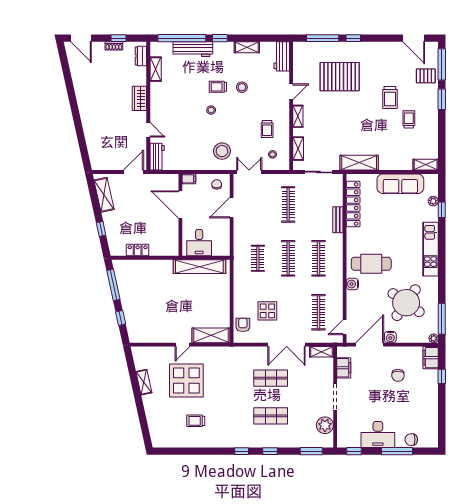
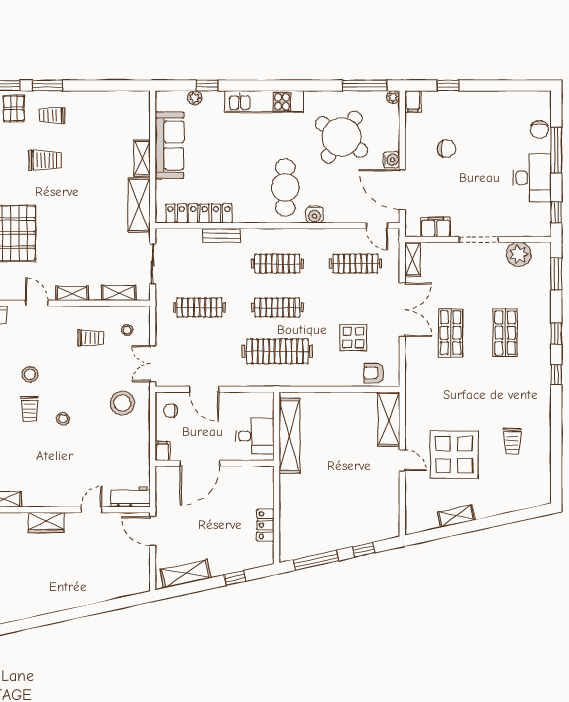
trolley: (409, 119) -> (52, 116), moved
shelving: (426, 165) -> (142, 158), moved
clothes rail: (258, 258) -> (277, 351), width x1.86, depth x1.31
filing cabinet: (431, 358) -> (413, 101), width x0.50

